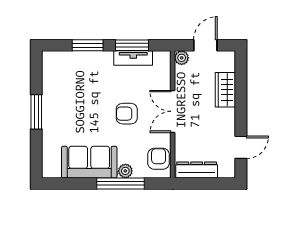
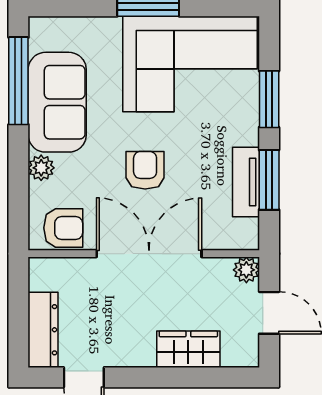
corner sofa: (68, 89) -> (190, 64), added
double door: (173, 111) -> (149, 254), width x1.37
dresser: (197, 170) -> (43, 330), moved
window: (121, 183) -> (18, 81), moved

